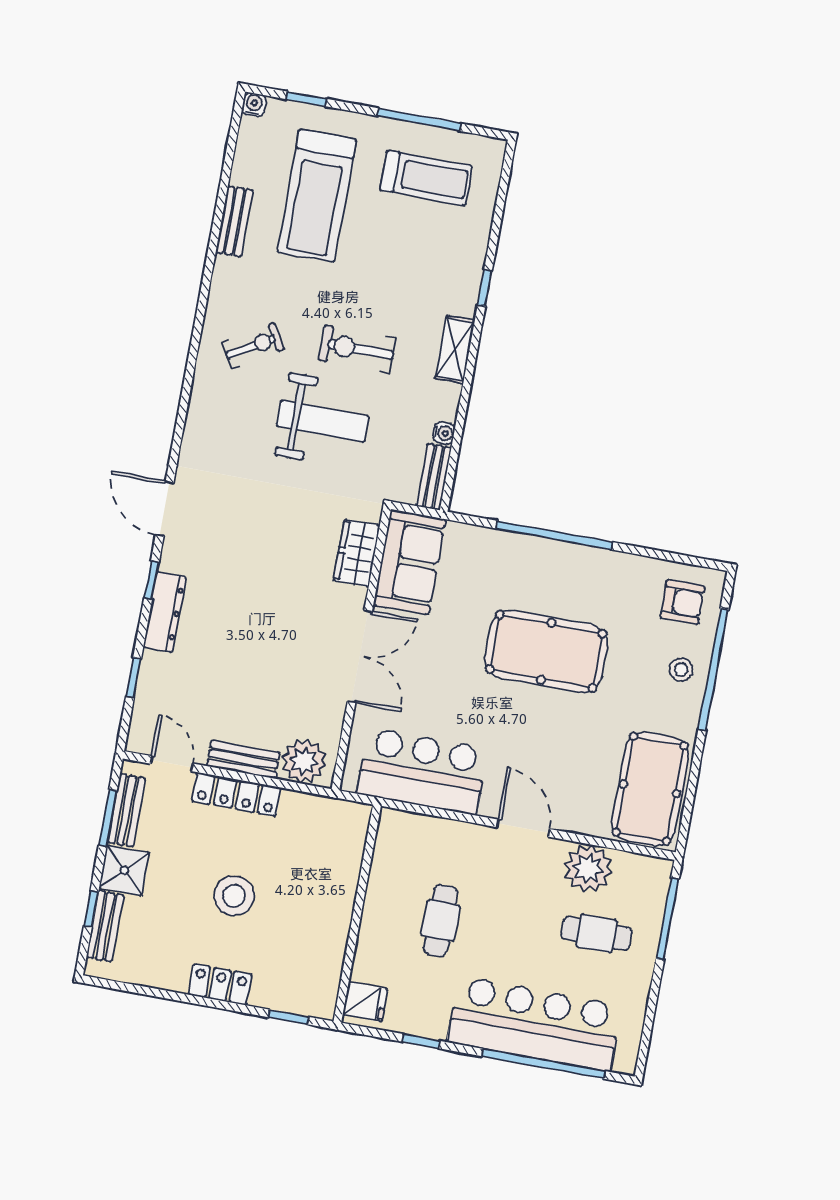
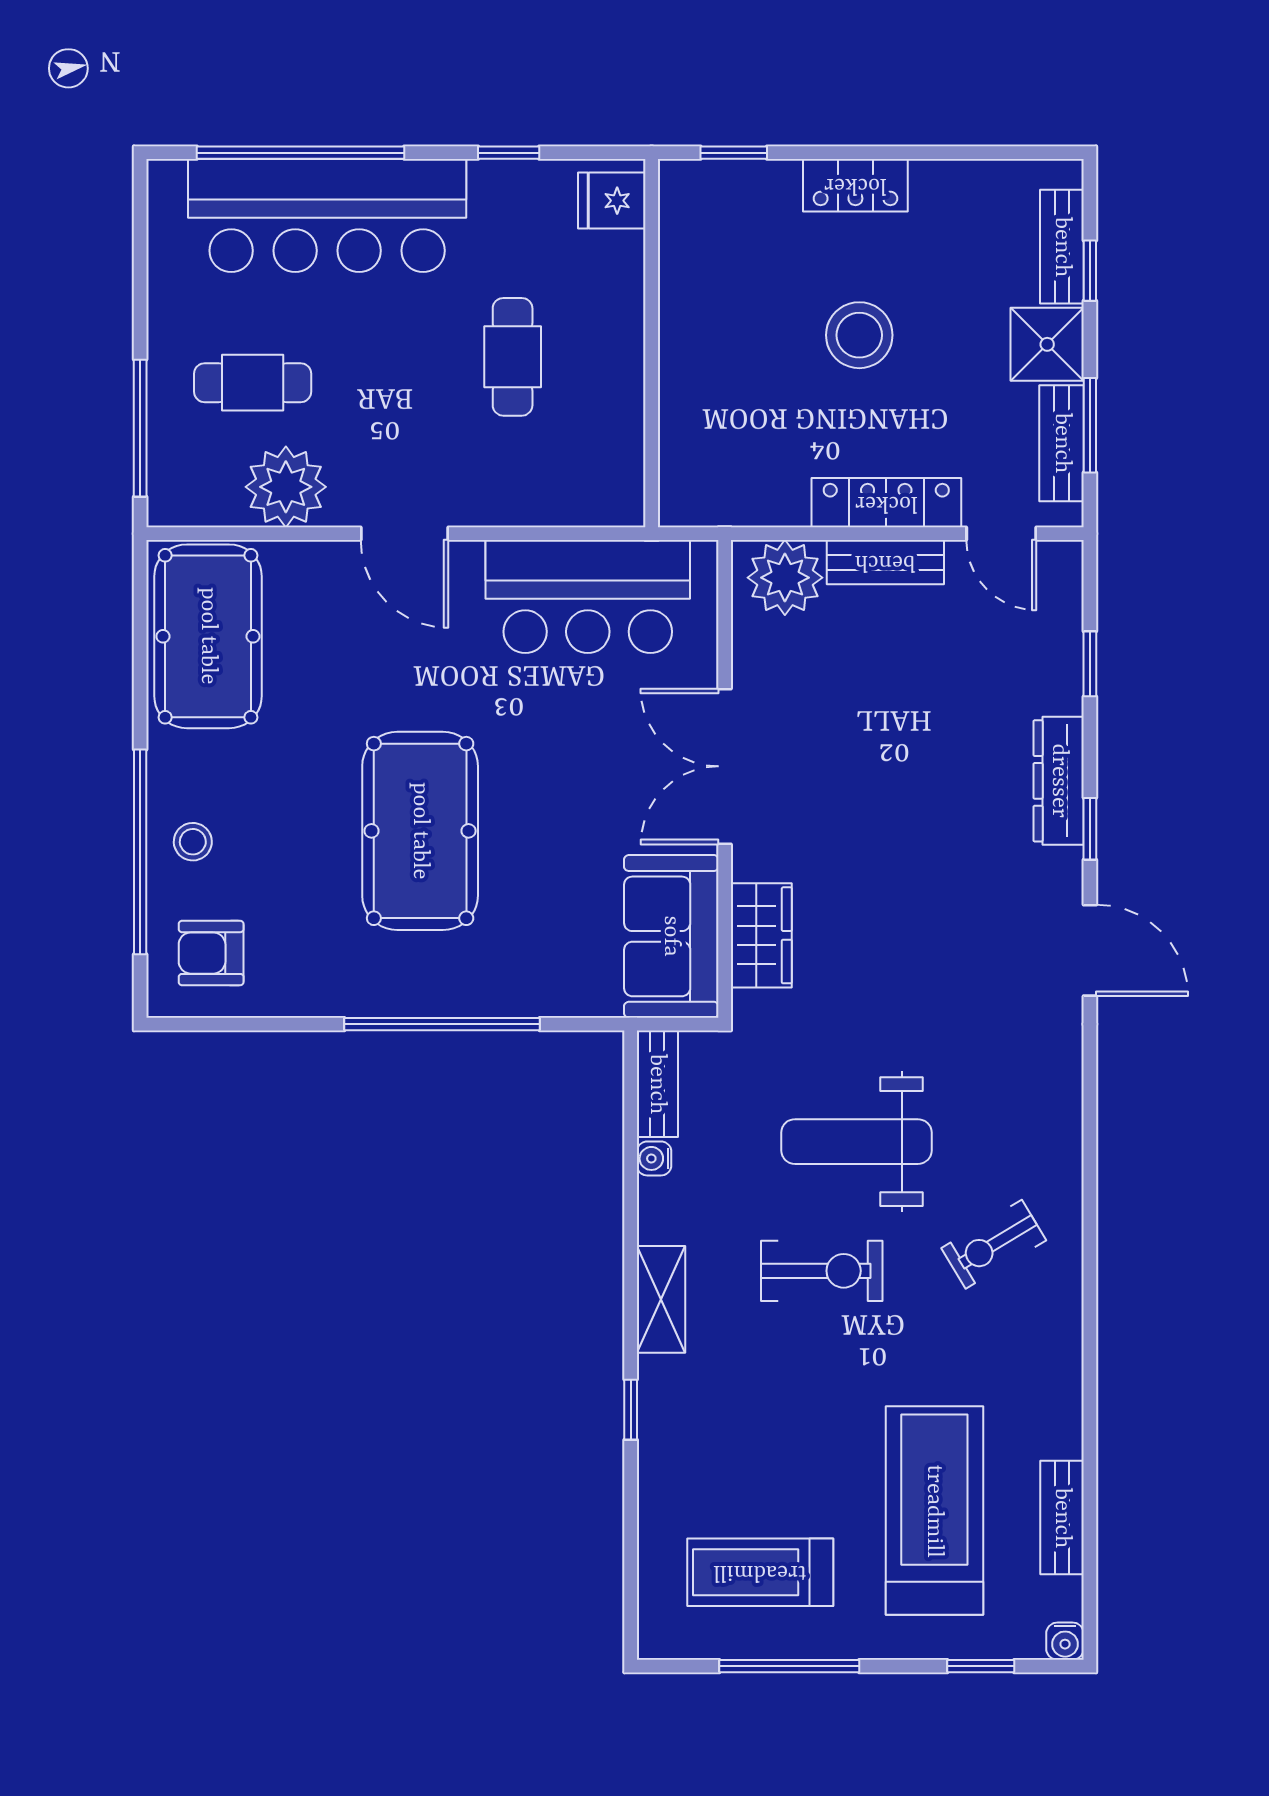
bench: (234, 221) -> (1062, 1518), moved
pool table: (546, 651) -> (420, 831), turned 90

